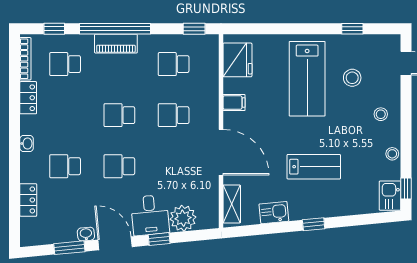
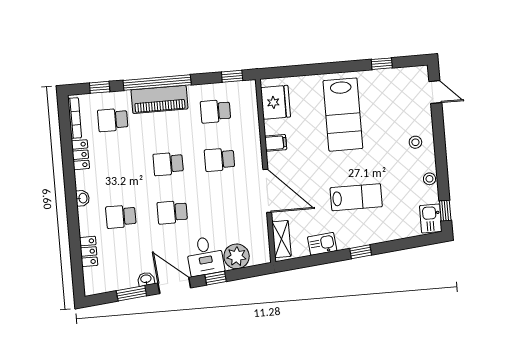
piano: (116, 44) -> (159, 99), width x1.37, depth x1.33
stool: (352, 78) -> (386, 110), removed

